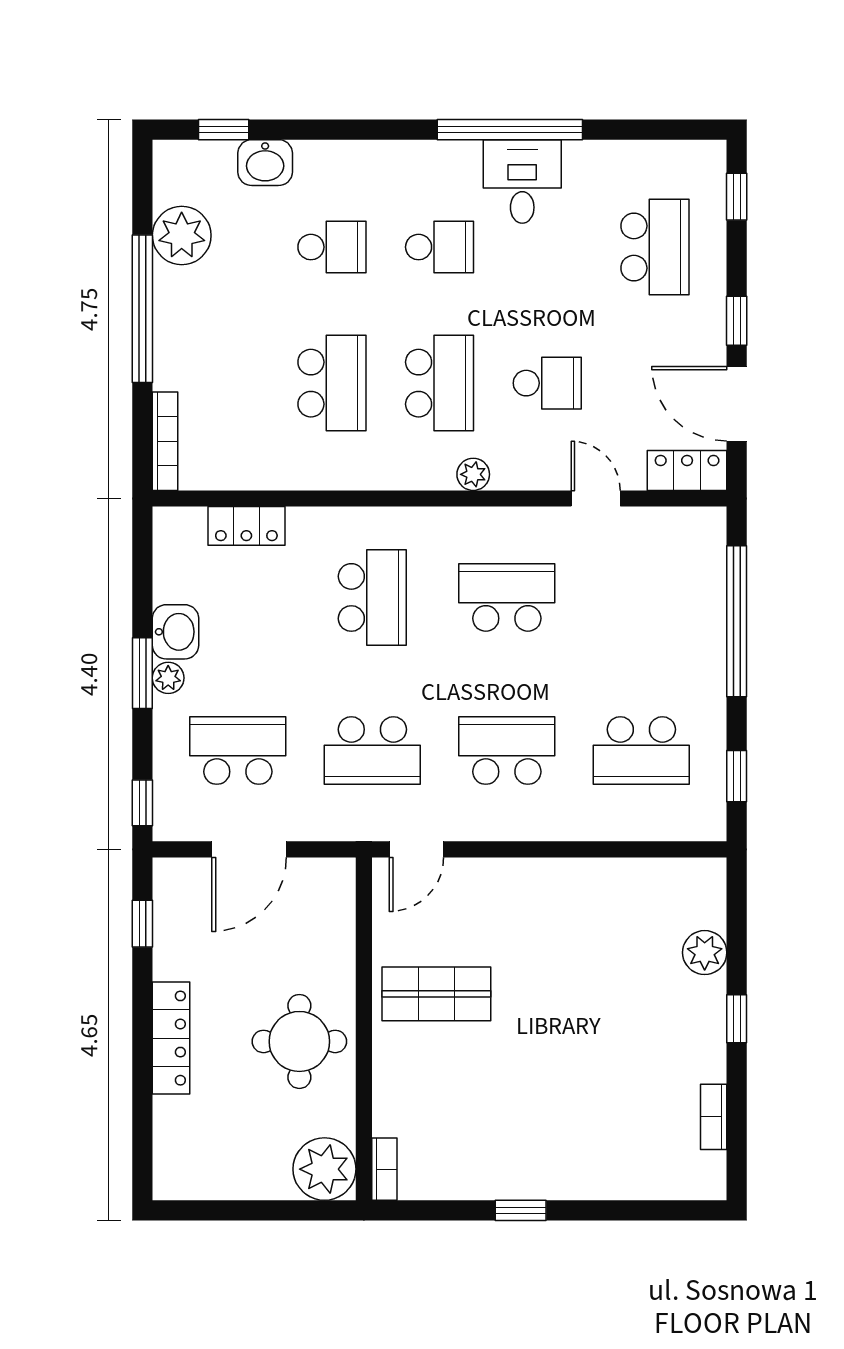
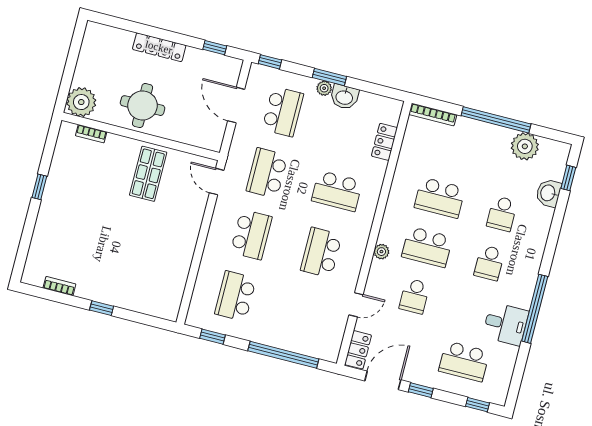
desk: (522, 181) -> (506, 324), moved
school desk: (507, 597) -> (321, 253), turned 180
plant: (705, 953) -> (136, 301), removed
bookcase: (384, 1169) -> (91, 134), moved

